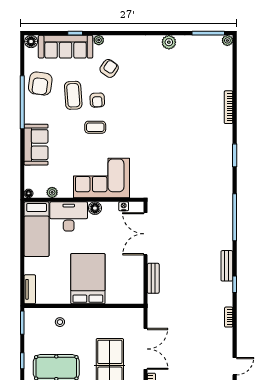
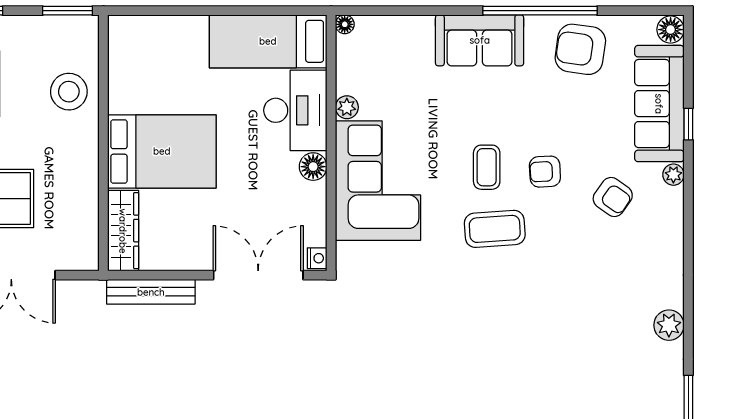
coffee table: (73, 95) -> (495, 229), moved
sofa: (36, 145) -> (480, 40), moved
plant: (52, 192) -> (347, 107), moved
nightstand: (124, 206) -> (317, 258), moved
bench: (153, 278) -> (151, 292), width x1.36
tv unit: (30, 289) -> (139, 27), removed
wardrobe: (125, 297) -> (123, 231), added
stool: (60, 322) -> (69, 92), width x1.89, depth x1.89

